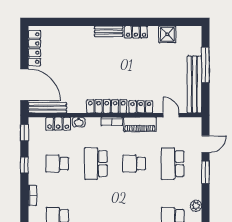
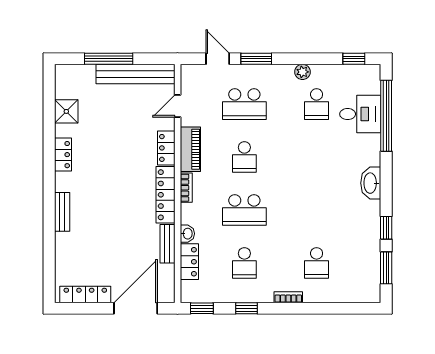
bench: (109, 31) -> (62, 212), moved
bench: (47, 108) -> (167, 244), moved, width x0.73

